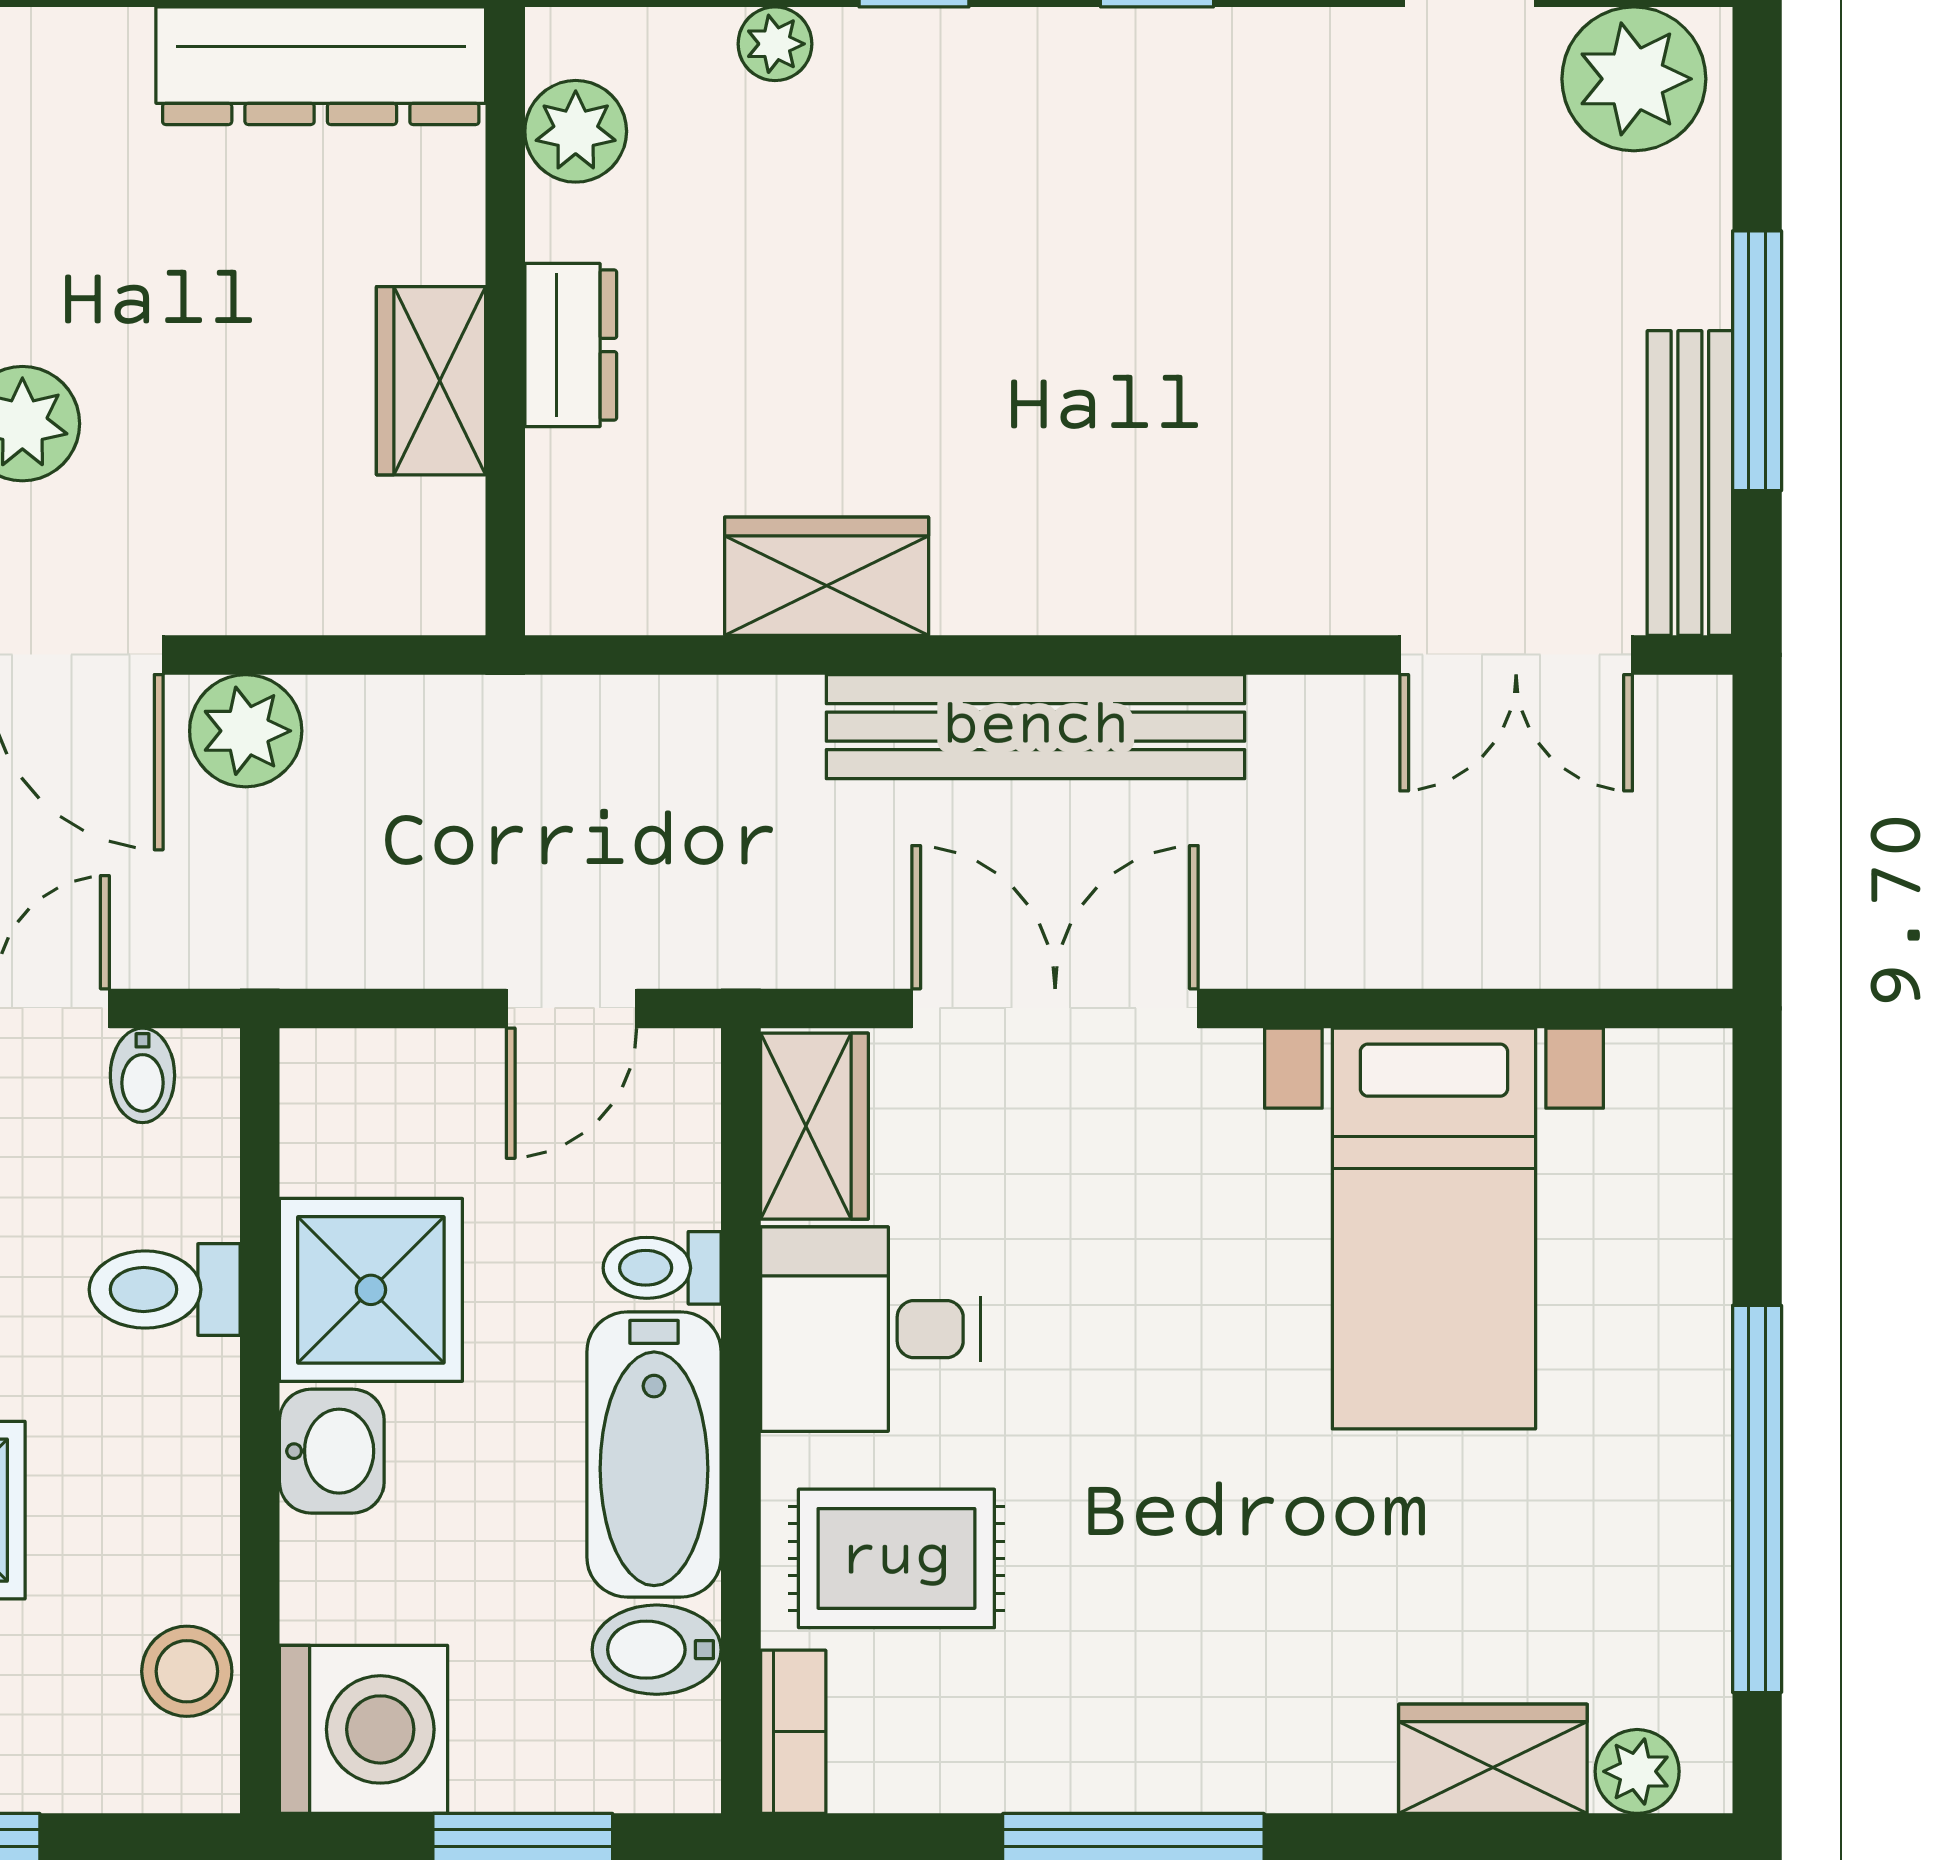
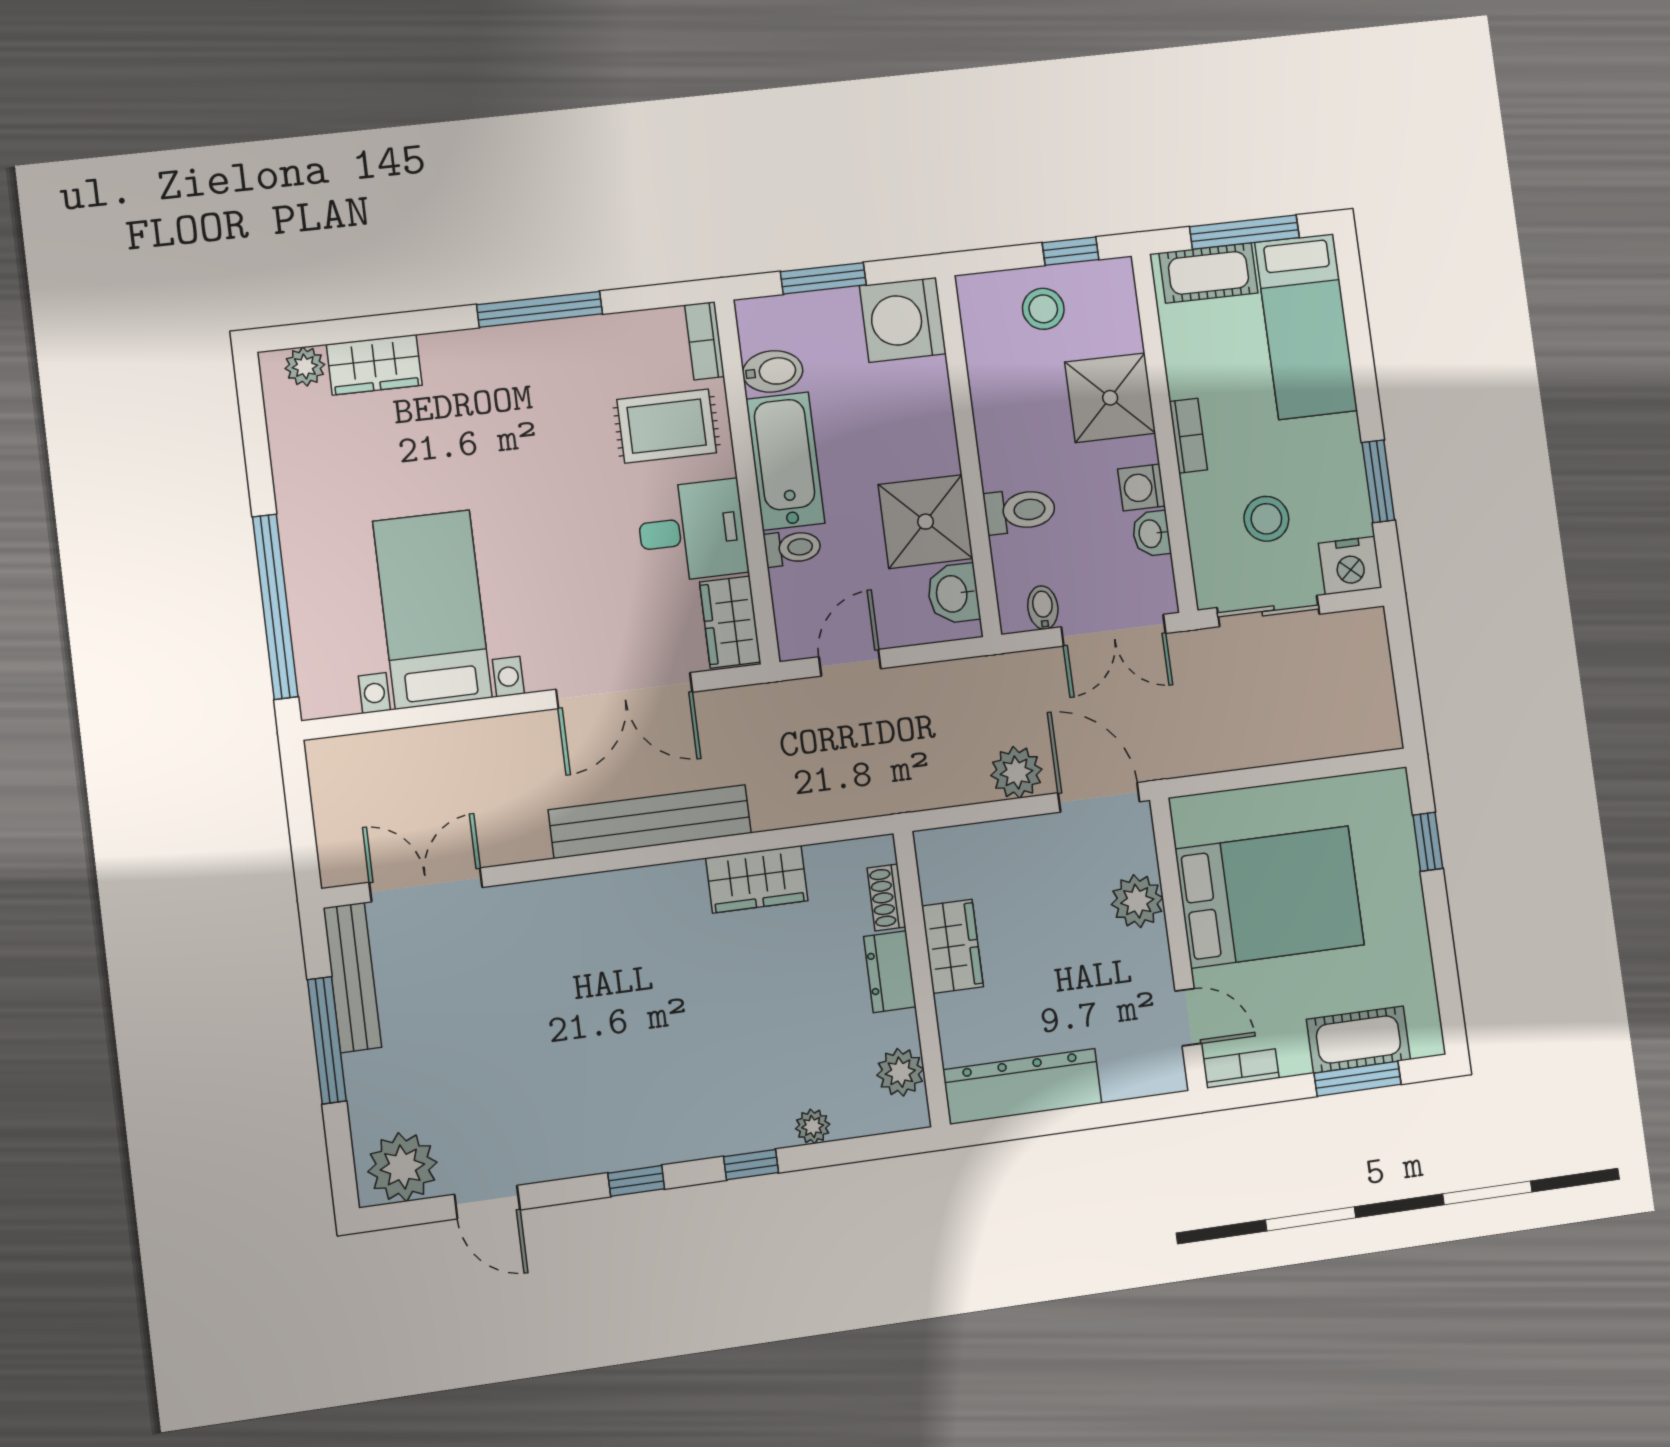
shoe rack: (558, 502) -> (886, 897), added
washbasin: (332, 1451) -> (953, 594), moved
window: (1757, 1499) -> (275, 607), moved
stool: (187, 1671) -> (1043, 309), moved

